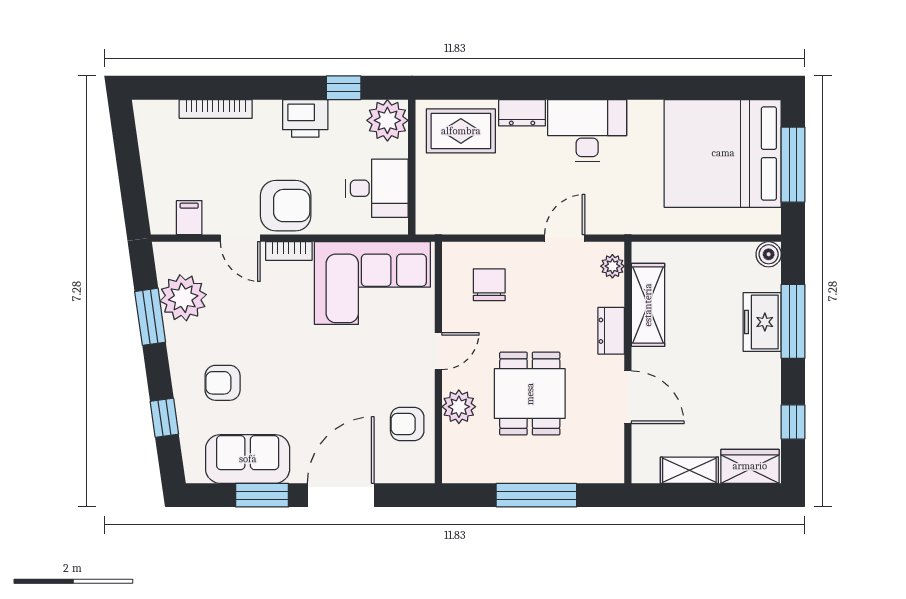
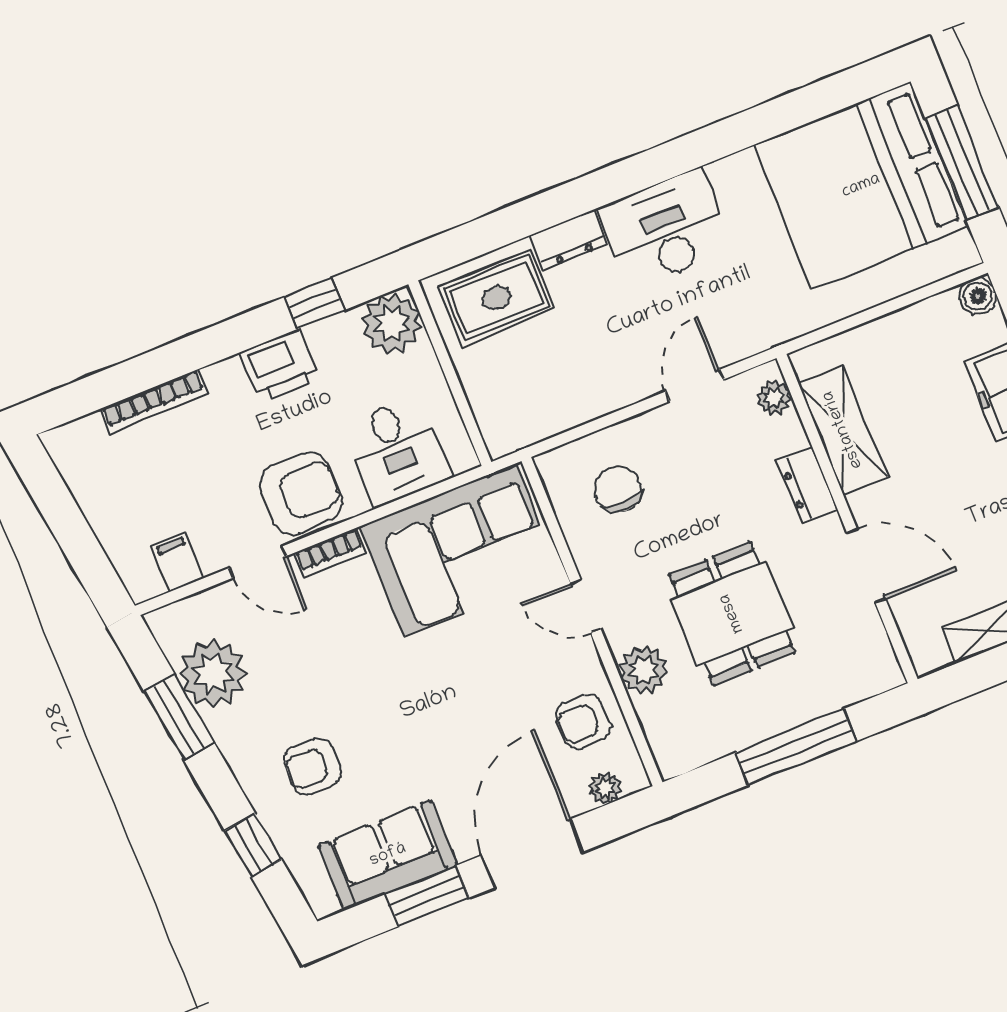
desk: (377, 188) -> (396, 451), moved, turned 90
door: (438, 351) -> (586, 606), swing flipped
plant: (404, 472) -> (605, 788), added

